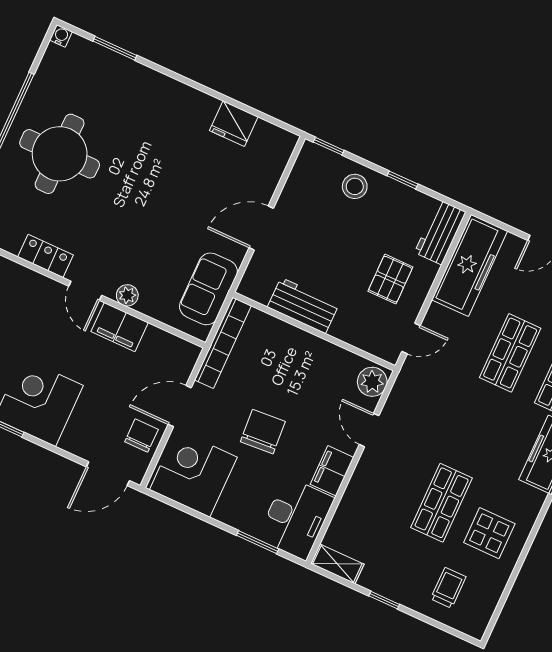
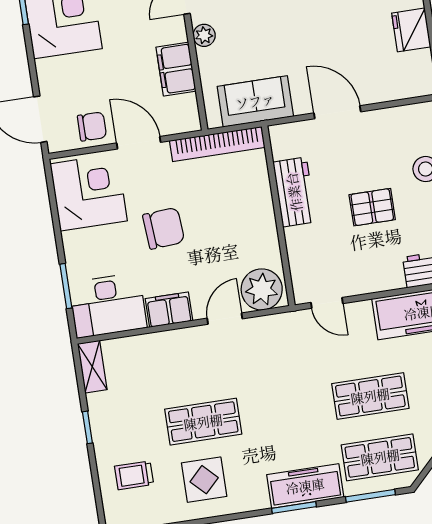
pallet: (390, 279) -> (372, 207), moved
filing cabinet: (120, 327) -> (176, 69), moved
plant: (372, 382) -> (262, 289), width x1.36, depth x1.36
trolley: (448, 588) -> (134, 475), turned 180

